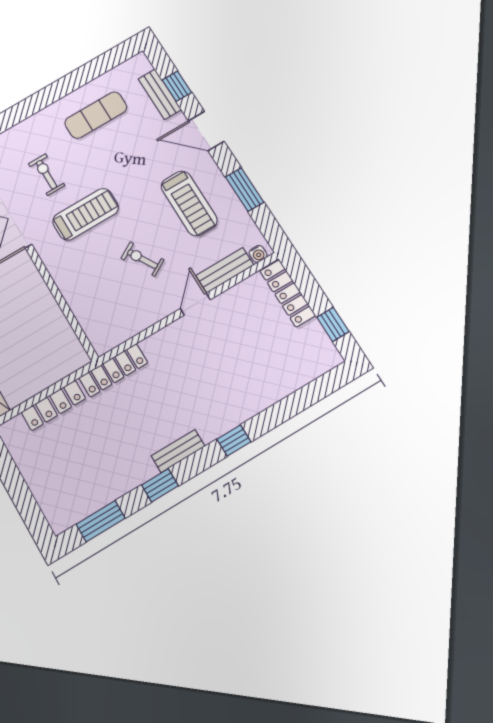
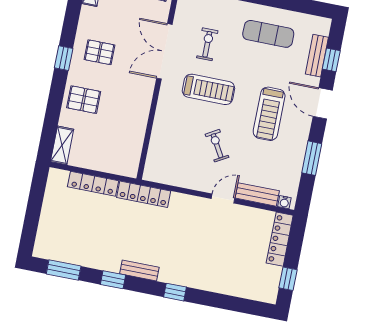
treadmill: (189, 203) -> (269, 114), moved

